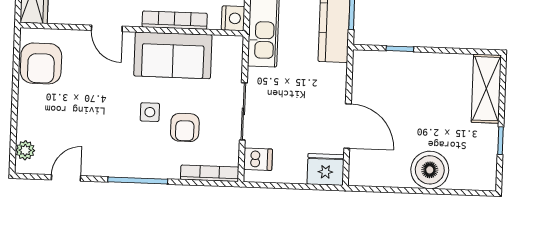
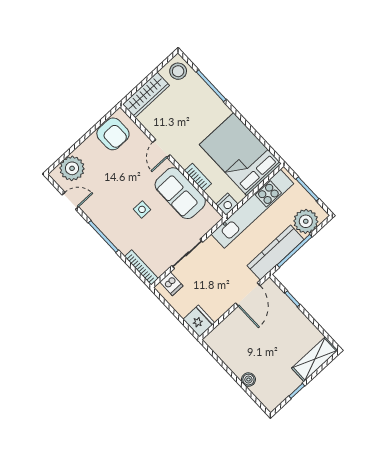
bookcase: (175, 20) -> (198, 177), width x0.64
armchair: (41, 63) -> (113, 134), turned -90
door: (348, 126) -> (248, 294), moved
armchair: (185, 127) -> (151, 234), removed
plant: (25, 150) -> (72, 168), width x1.87, depth x1.87
boiler: (430, 170) -> (248, 380), width x0.54, depth x0.54

